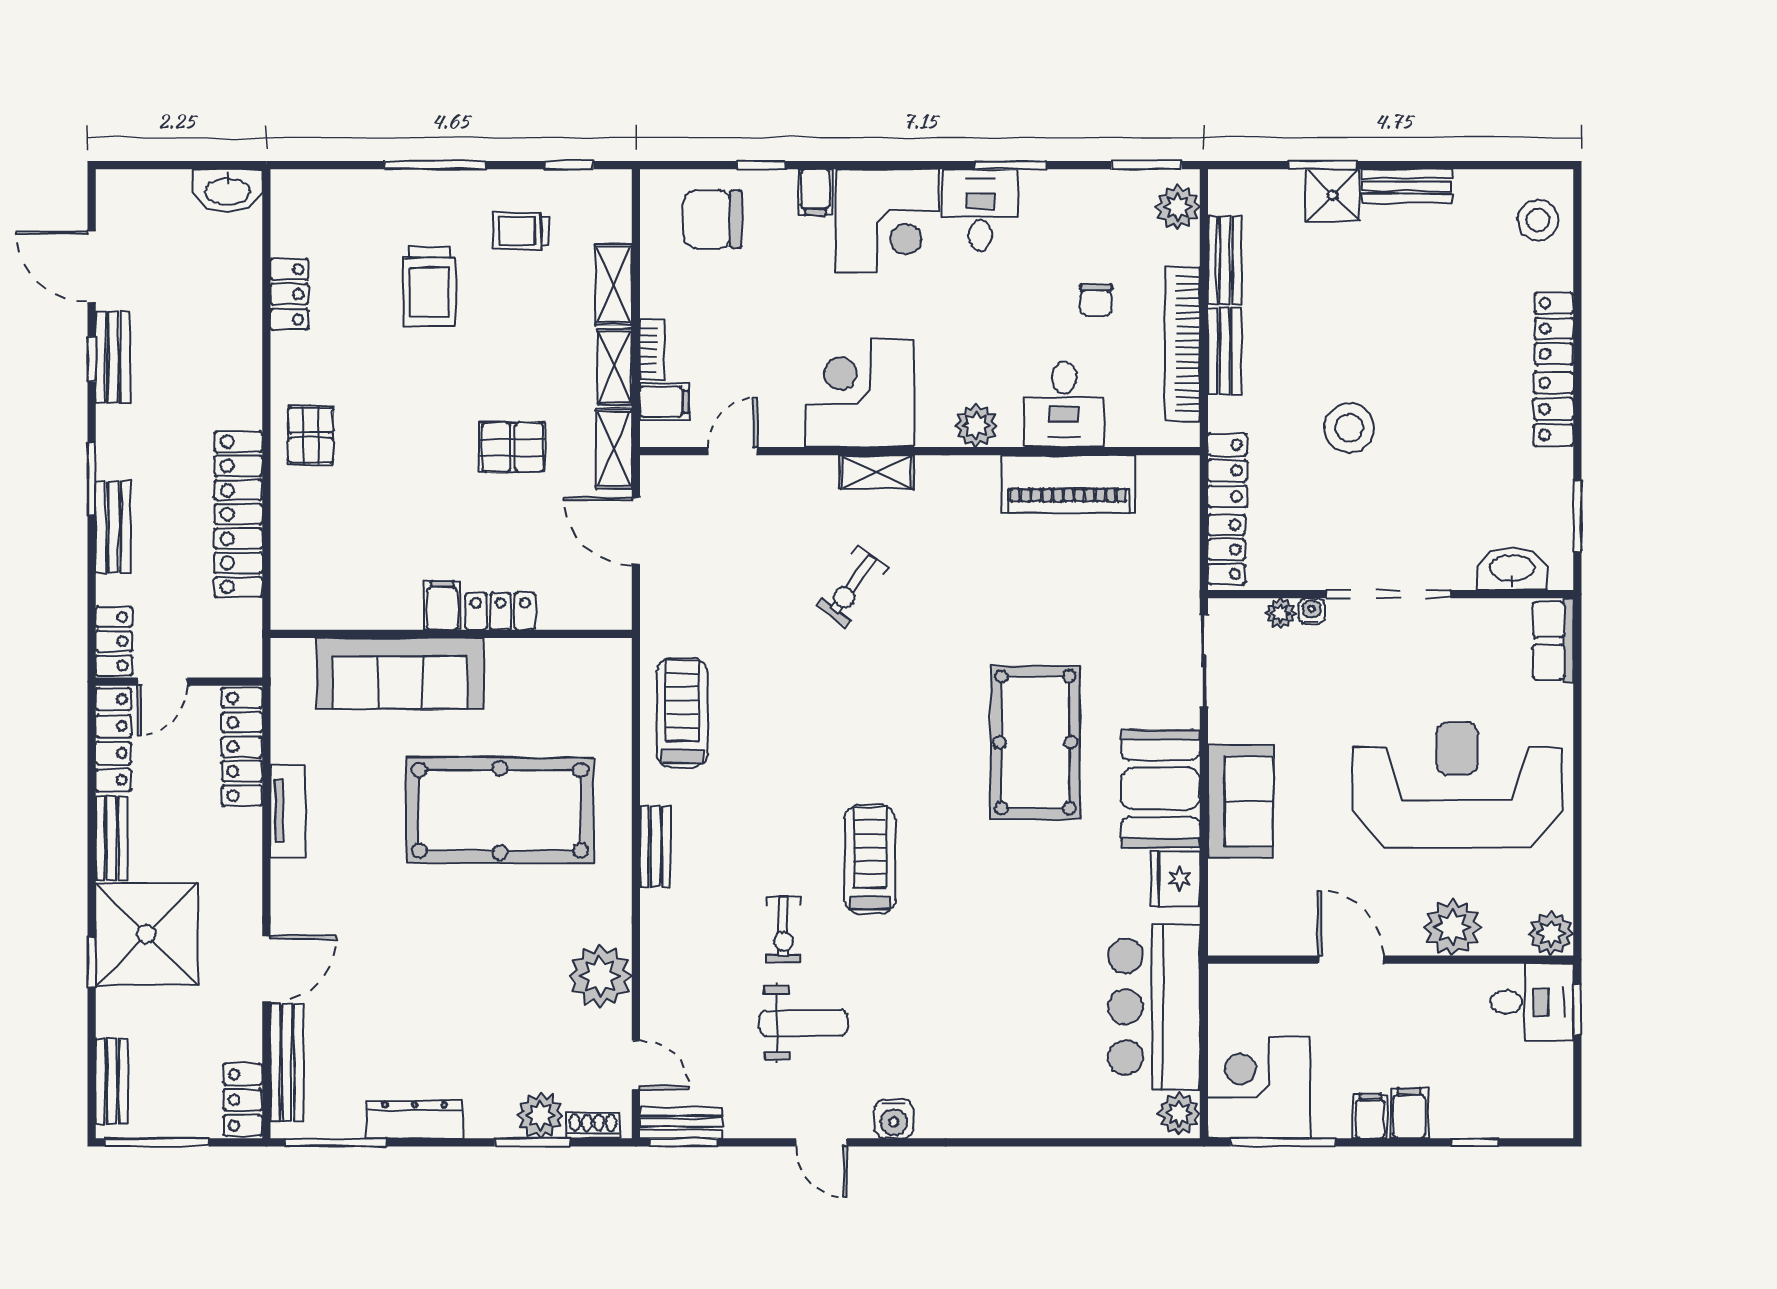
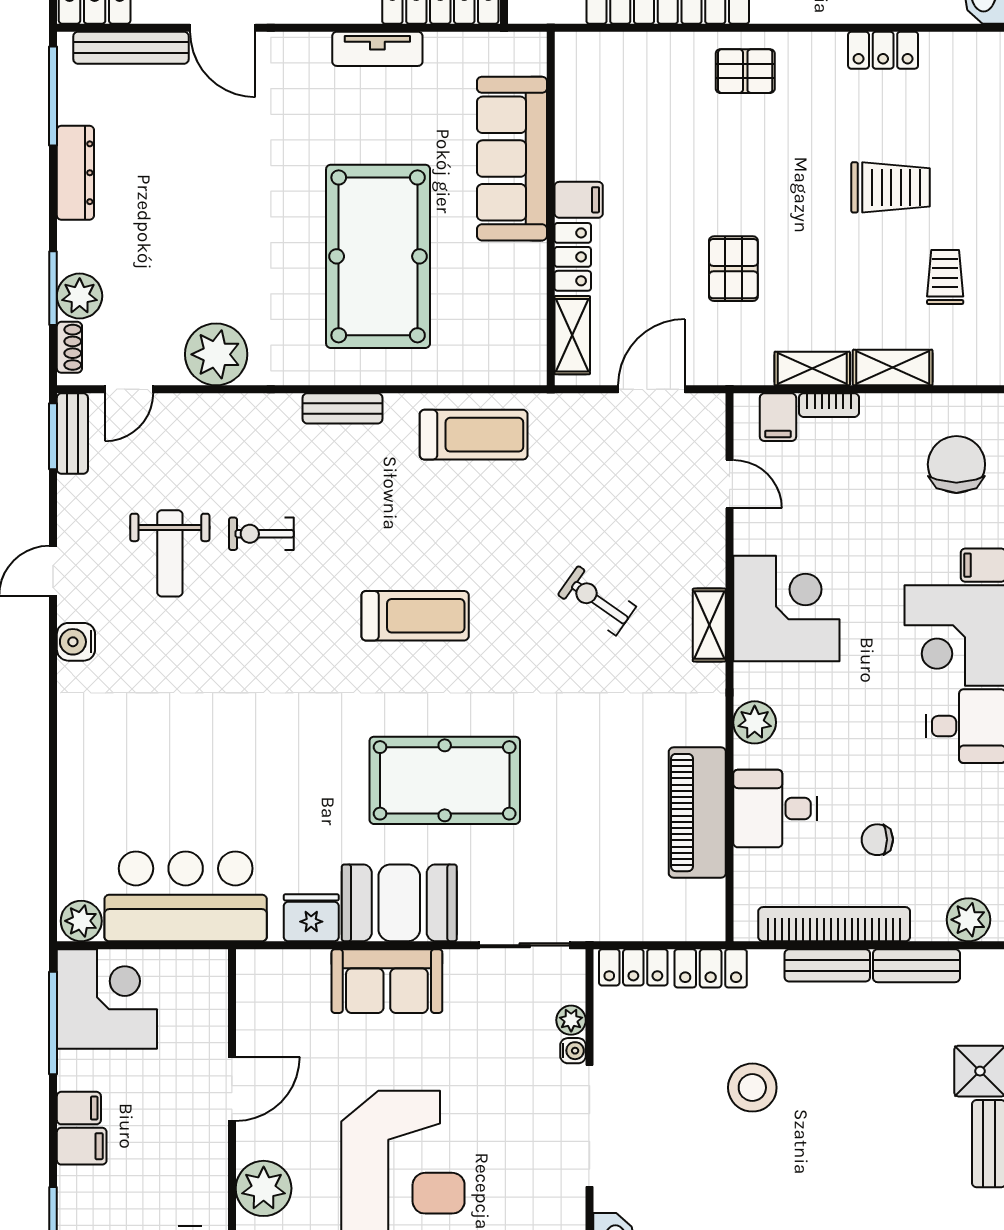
trolley: (429, 287) -> (891, 187), turned 180
shelving: (614, 448) -> (572, 335), moved, turned 90
treadmill: (870, 859) -> (415, 616), moved

